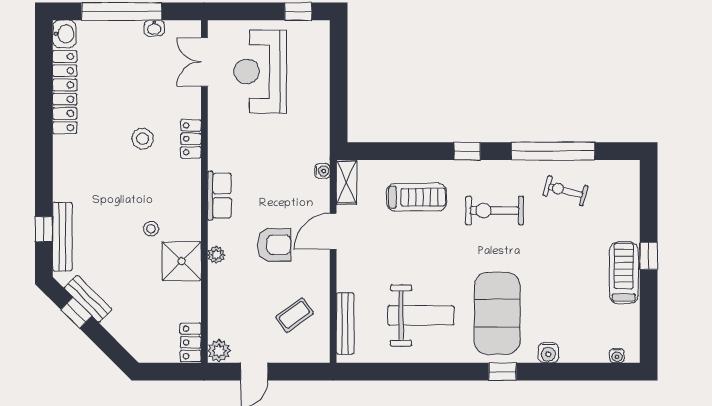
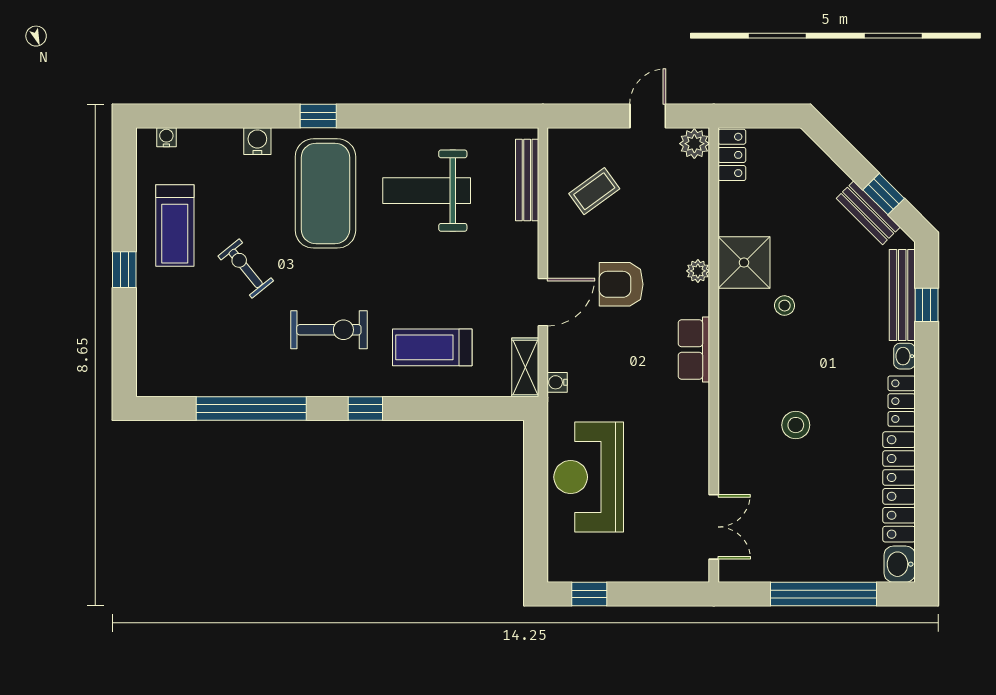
washbasin: (154, 28) -> (904, 356), moved, turned -90
reception desk: (260, 71) -> (589, 477), moved, turned 180
locker: (191, 139) -> (902, 401), moved, turned 180
exercise bike: (566, 191) -> (246, 268), moved, turned -144
treadmill: (624, 273) -> (175, 225), moved

